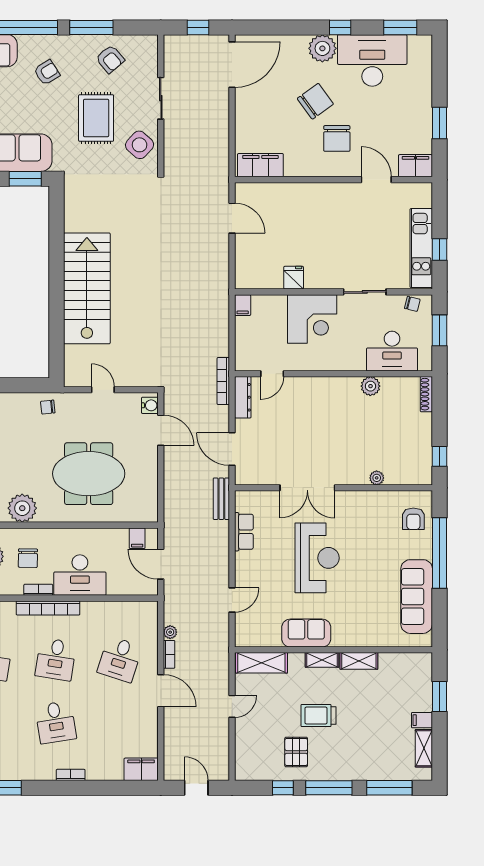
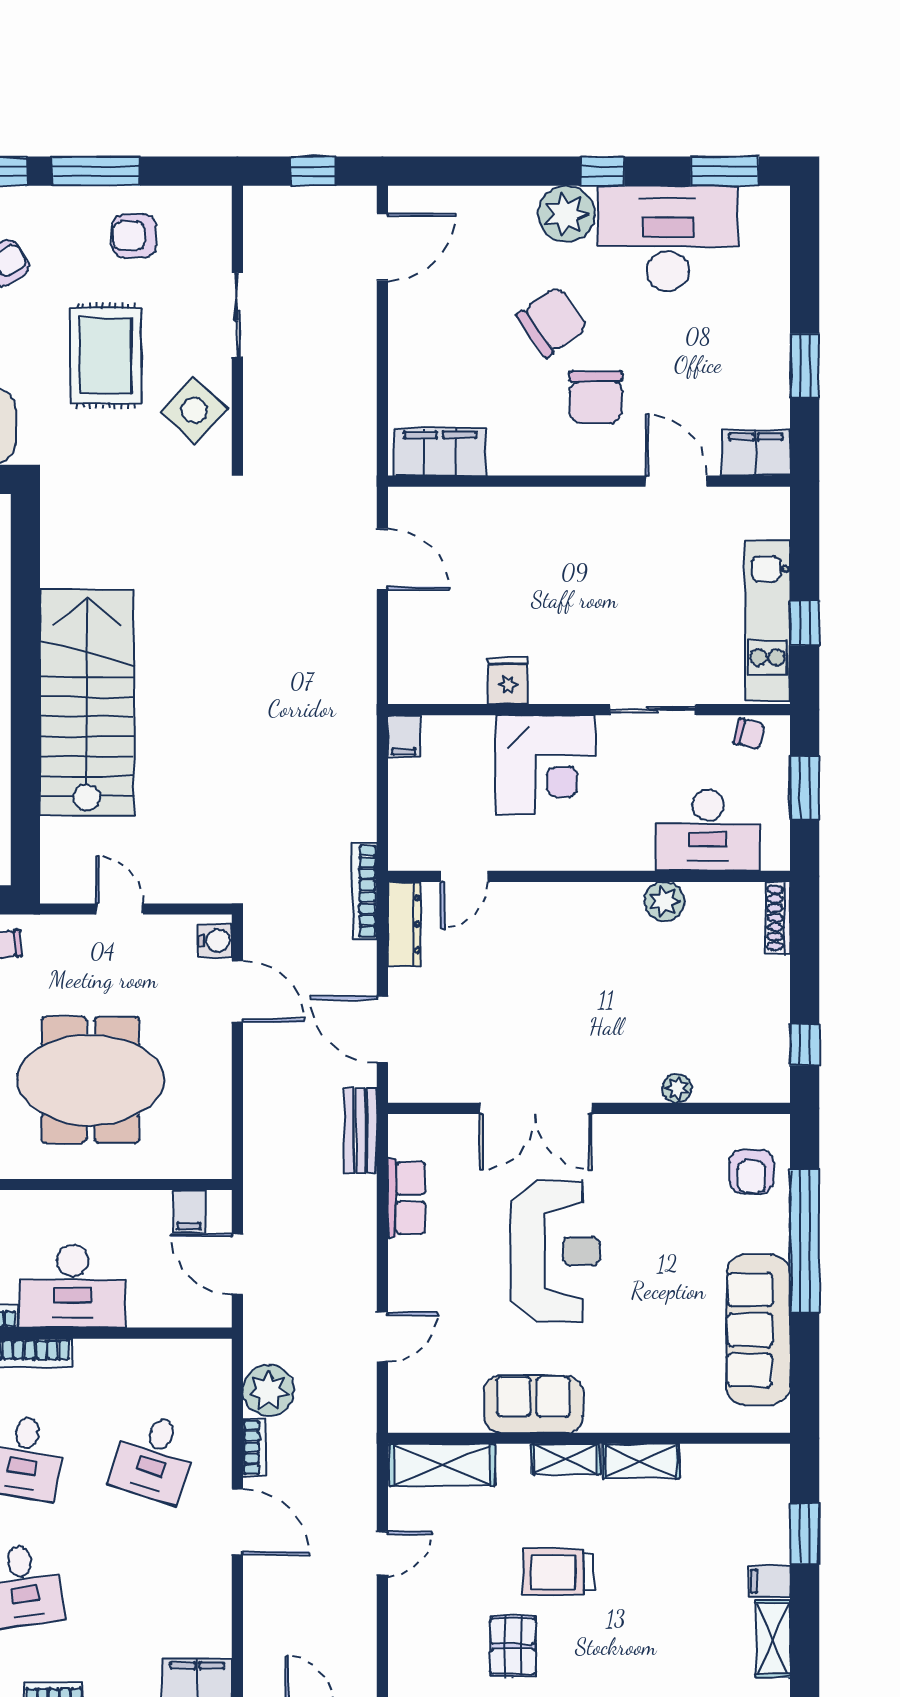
armchair: (110, 59) -> (134, 236), turned 130
door: (232, 65) -> (382, 247), width x0.73
plant: (170, 632) -> (268, 1390), width x1.87, depth x1.87

